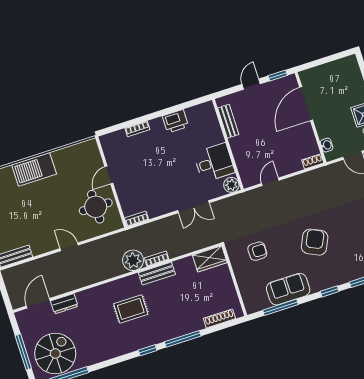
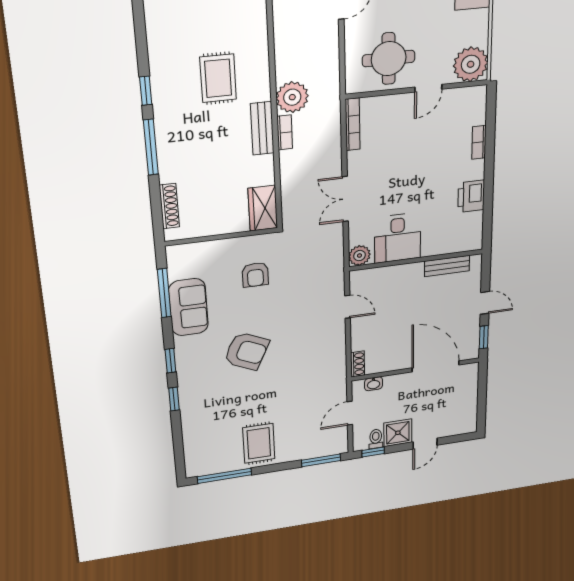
plant: (88, 152) -> (471, 64), added
door: (109, 175) -> (428, 88), swing flipped
bookcase: (136, 219) -> (353, 124), width x1.56

